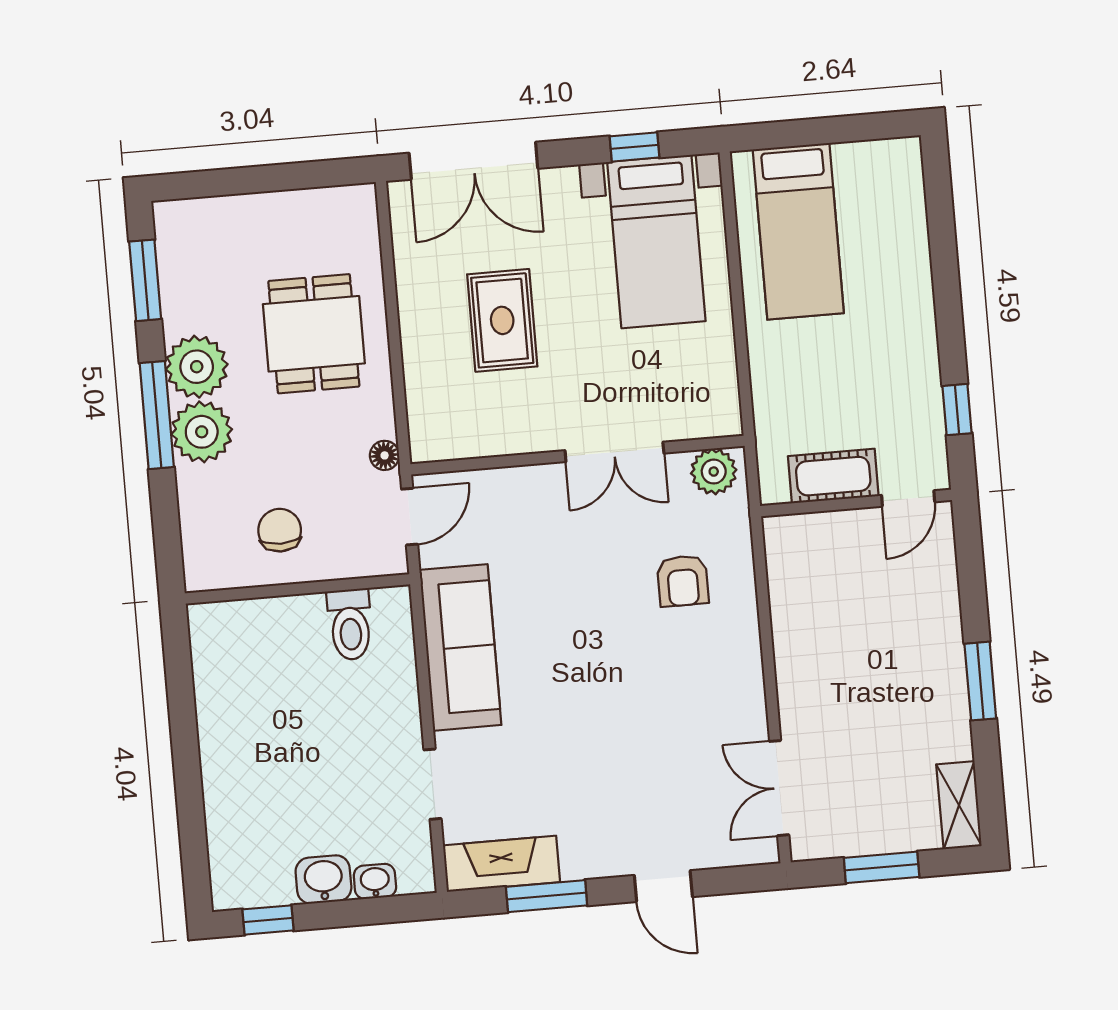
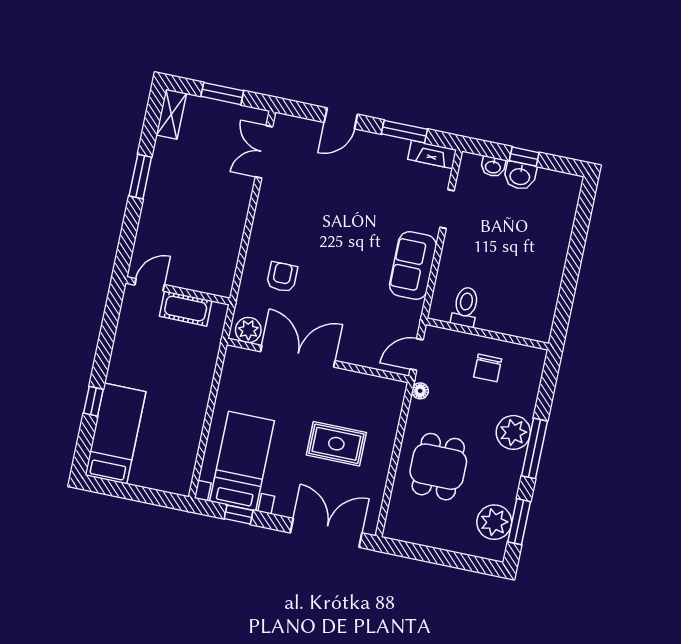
bed: (798, 231) -> (116, 433), moved
rug: (502, 320) -> (336, 444), turned 90
plant: (197, 367) -> (494, 522), moved
window: (957, 410) -> (93, 401), moved
double door: (614, 452) -> (298, 356), width x1.37
sofa: (460, 647) -> (413, 265), width x0.73
double door: (779, 788) -> (264, 152), swing flipped
fireplace: (501, 864) -> (432, 155), width x0.73, depth x0.76
door: (663, 886) -> (341, 118), swing flipped
window: (268, 920) -> (524, 157), moved

